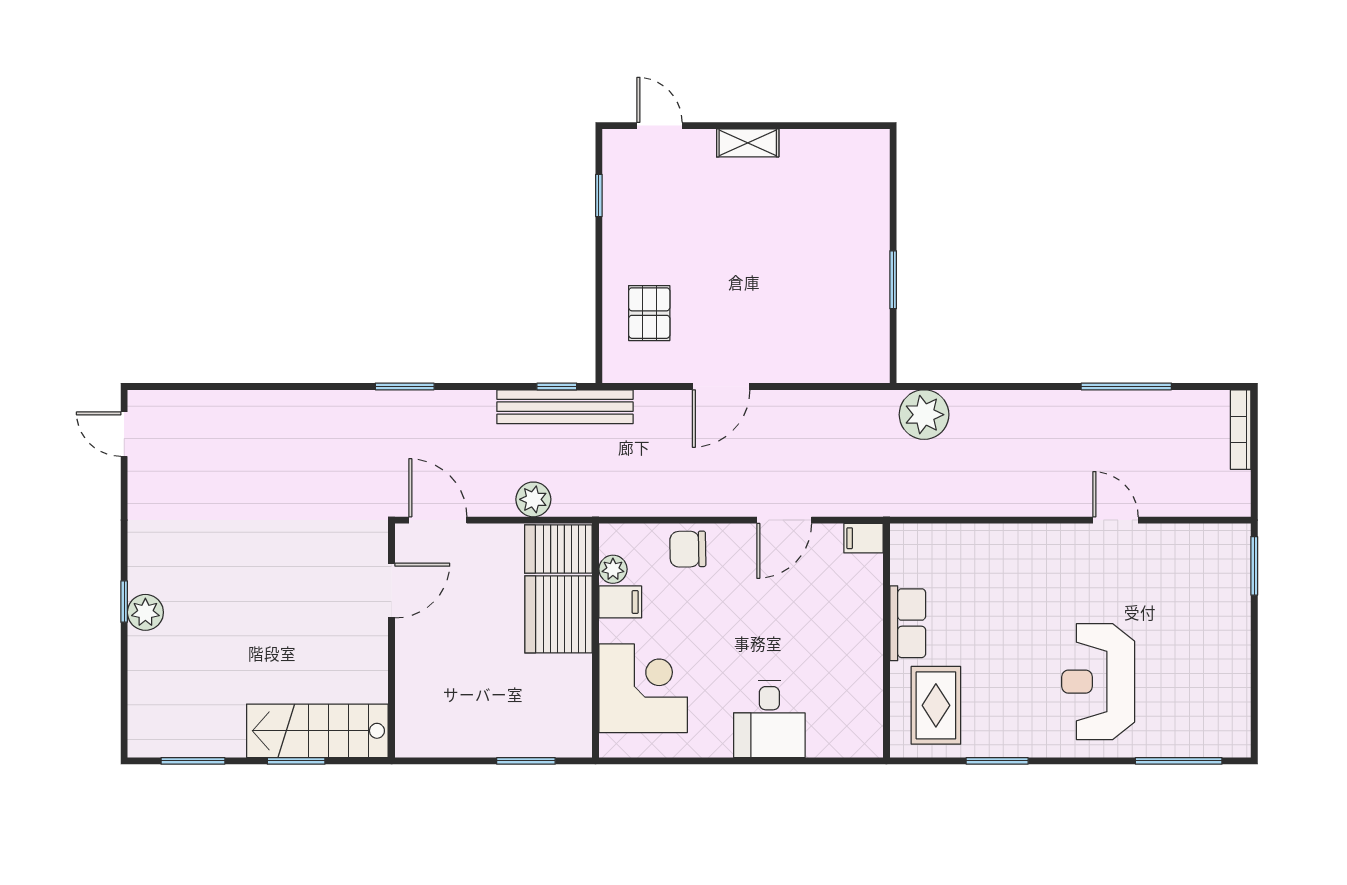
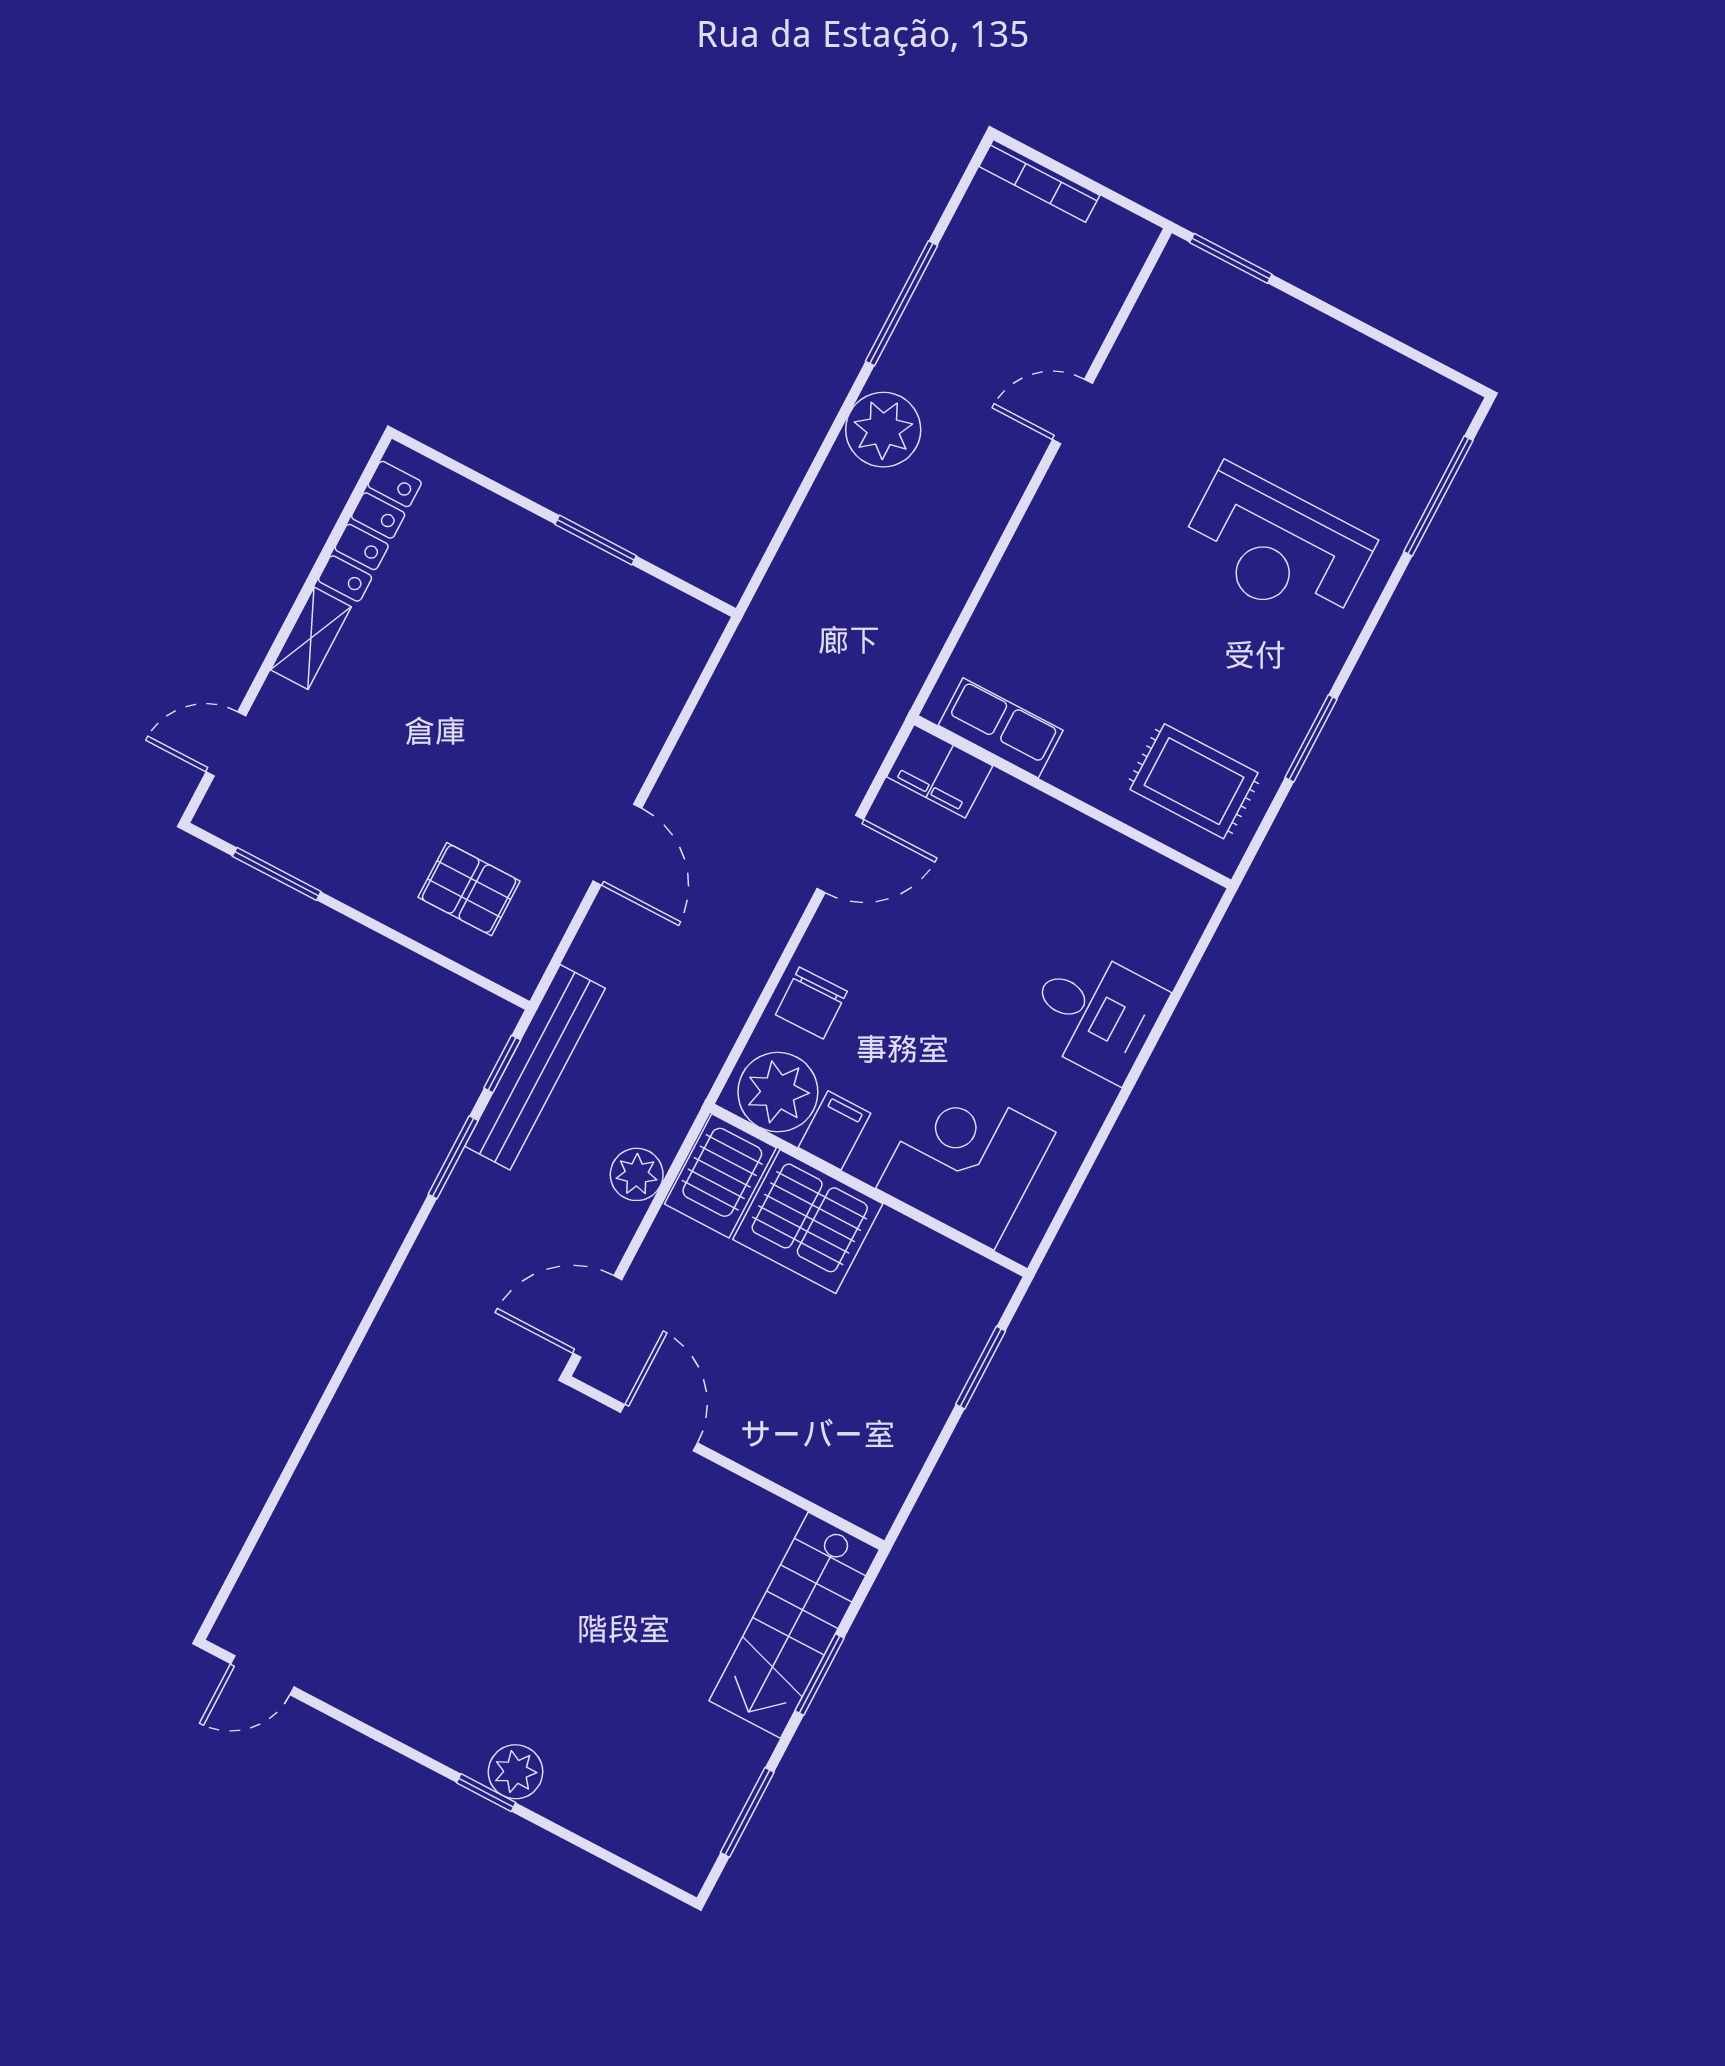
locker: (829, 145) -> (370, 531), added
window: (599, 196) -> (277, 874), width x1.50
window: (405, 386) -> (453, 1157), moved
plant: (924, 415) -> (883, 430), moved
door: (784, 520) -> (840, 854), hinge flipped
filing cabinet: (863, 538) -> (940, 771), width x2.00
plant: (613, 569) -> (778, 1092), width x1.88, depth x1.88
row of seats: (908, 623) -> (1001, 728), moved

